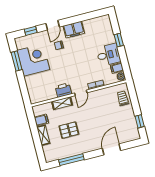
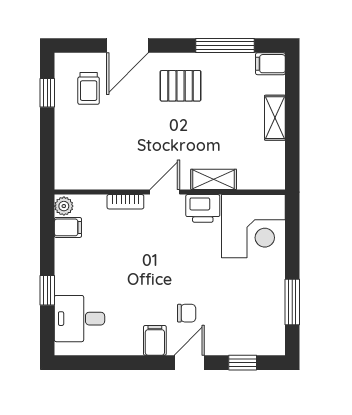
filing cabinet: (74, 30) -> (155, 340), width x0.50
desk: (108, 55) -> (80, 319), moved
corner desk: (33, 60) -> (253, 226), moved, turned -90
trolley: (123, 98) -> (89, 88), moved
filing cabinet: (41, 120) -> (270, 64), moved
pallet: (69, 130) -> (181, 86), moved

